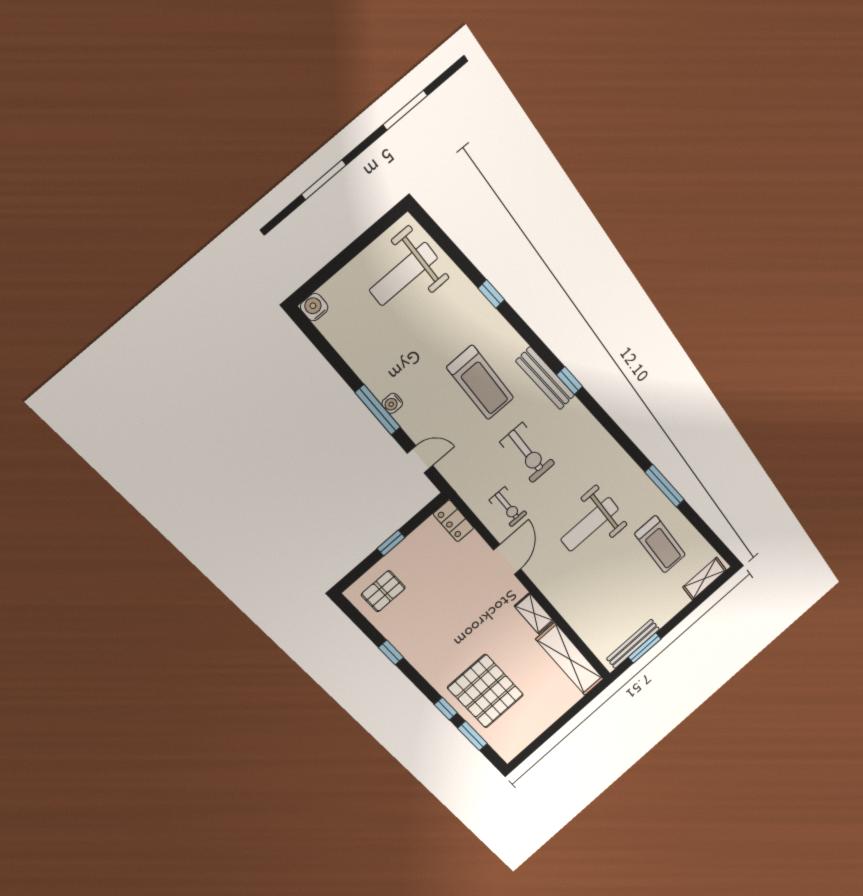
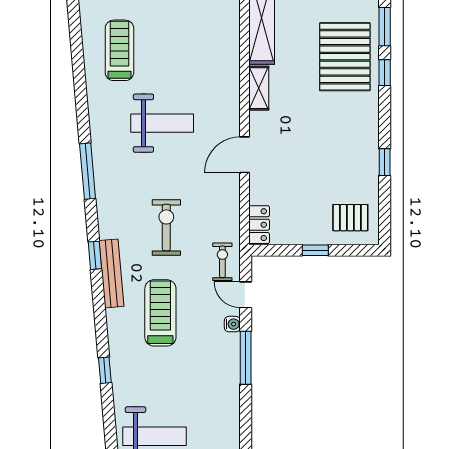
water cooler: (392, 403) -> (232, 324), moved
window: (665, 486) -> (88, 171), moved
exercise bike: (508, 507) -> (222, 262), moved

